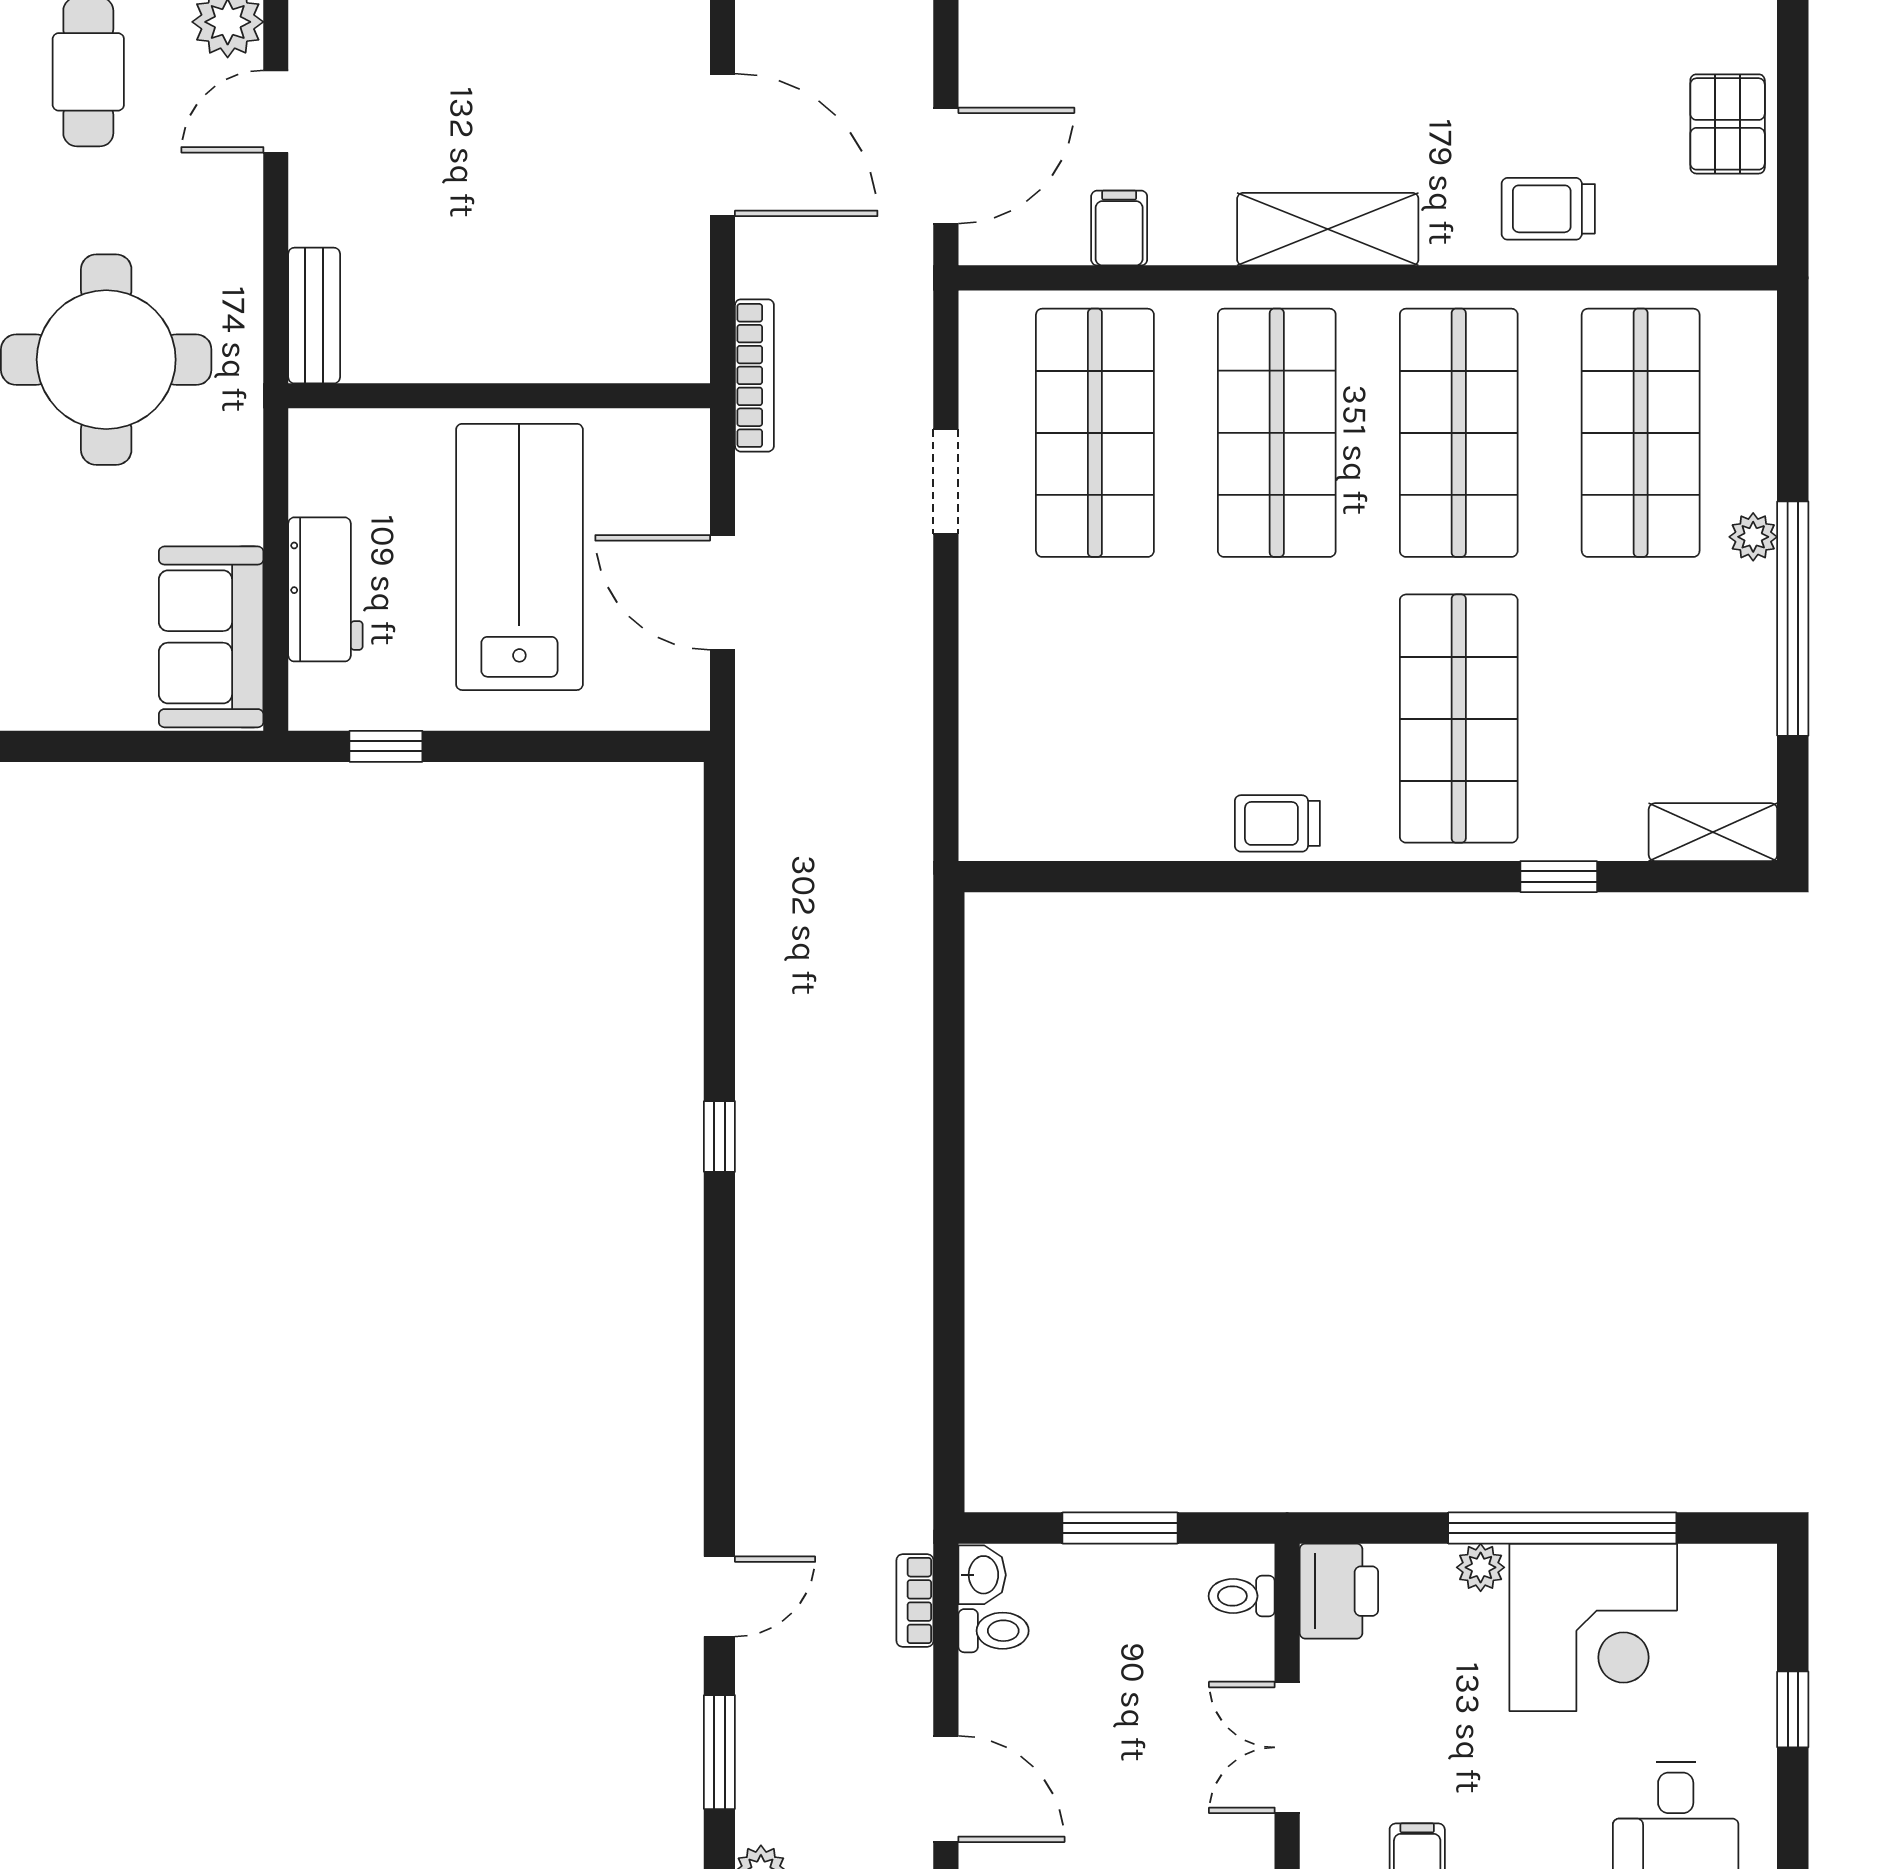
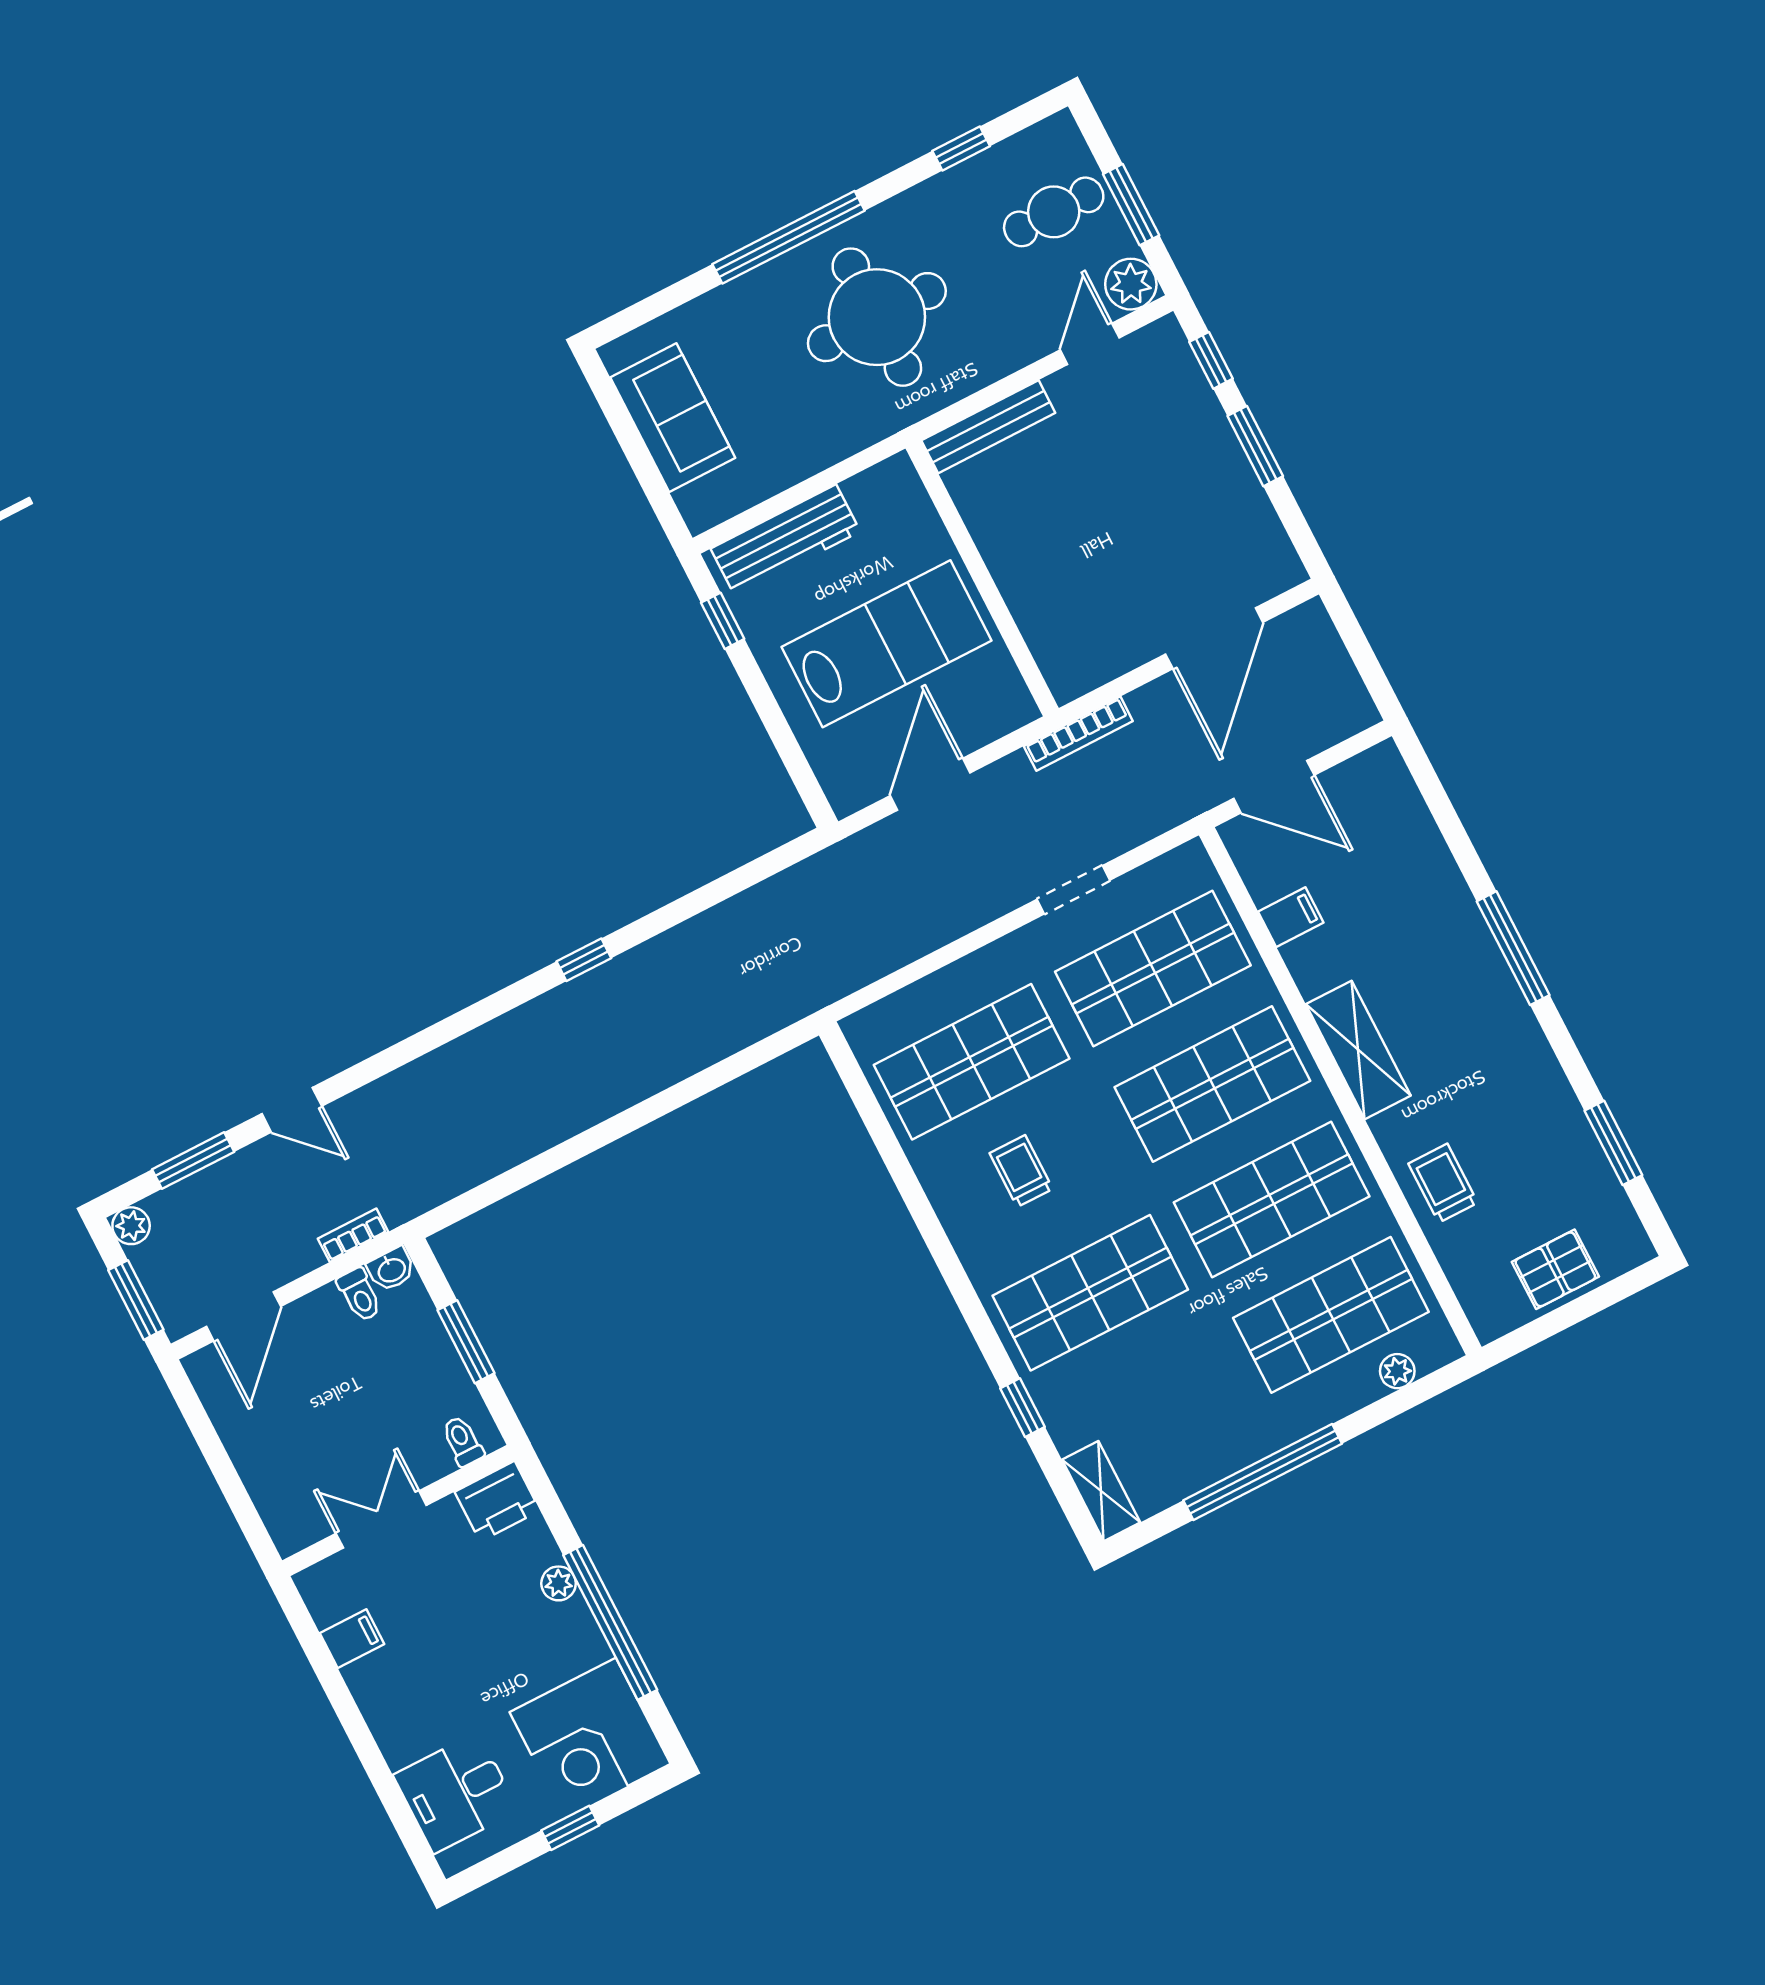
door: (276, 112) -> (1090, 344), hinge flipped
bench: (314, 316) -> (988, 427), width x1.36
plant: (1753, 537) -> (1397, 1371), moved
workbench: (325, 589) -> (785, 540), width x1.38
sofa: (211, 637) -> (673, 418), moved, turned 90
shop shelf: (1095, 719) -> (972, 1062), added
trolley: (1277, 823) -> (1021, 1171), moved
corner desk: (1593, 1627) -> (590, 1738), moved

